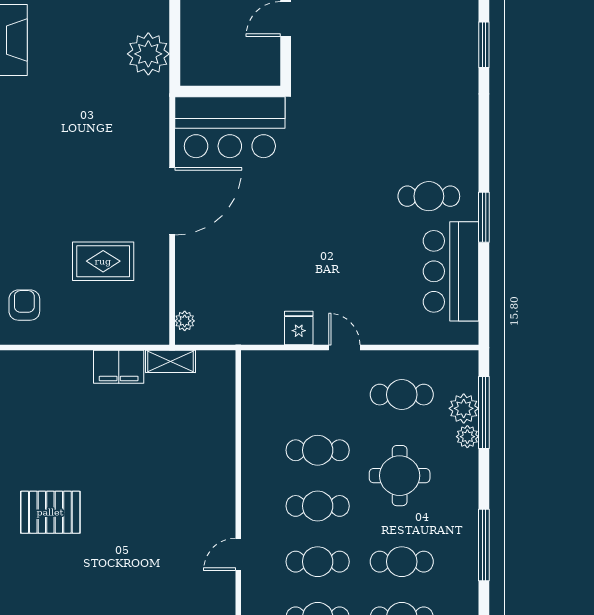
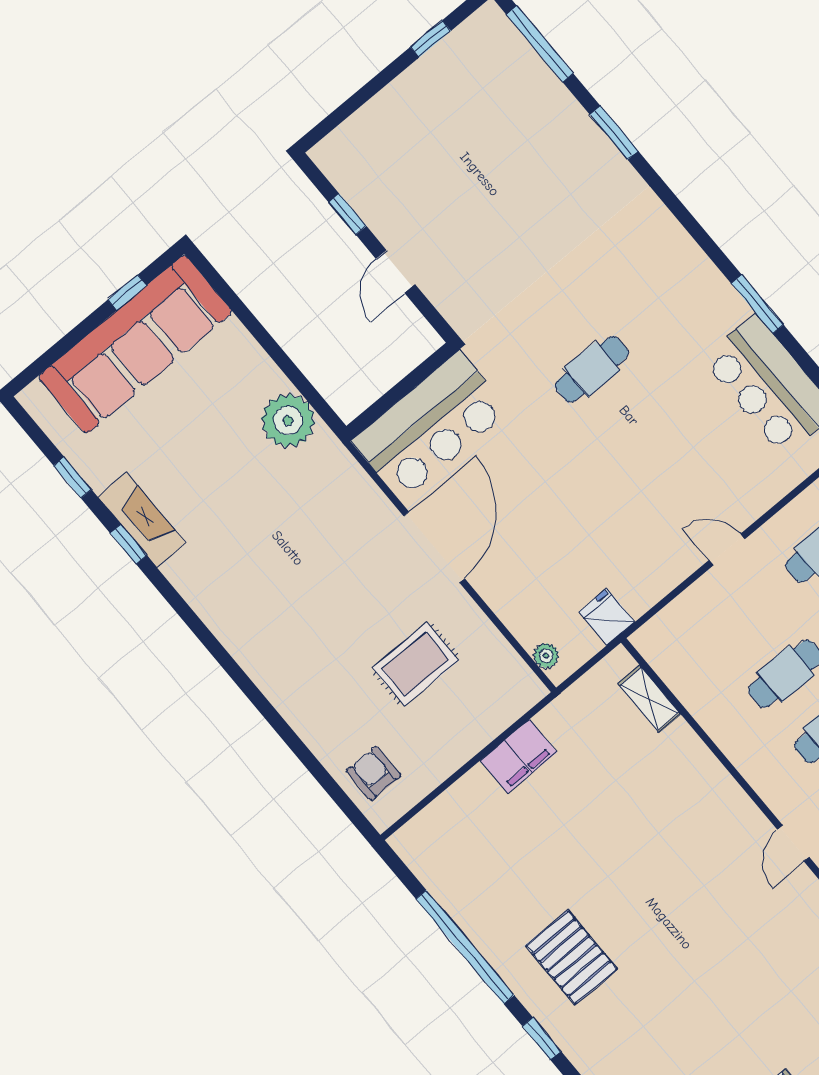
cafe table: (429, 196) -> (592, 369), moved
fridge: (299, 328) -> (607, 617), moved
shelving: (170, 361) -> (649, 699), moved, turned 90
pallet: (50, 512) -> (572, 957), turned 90

